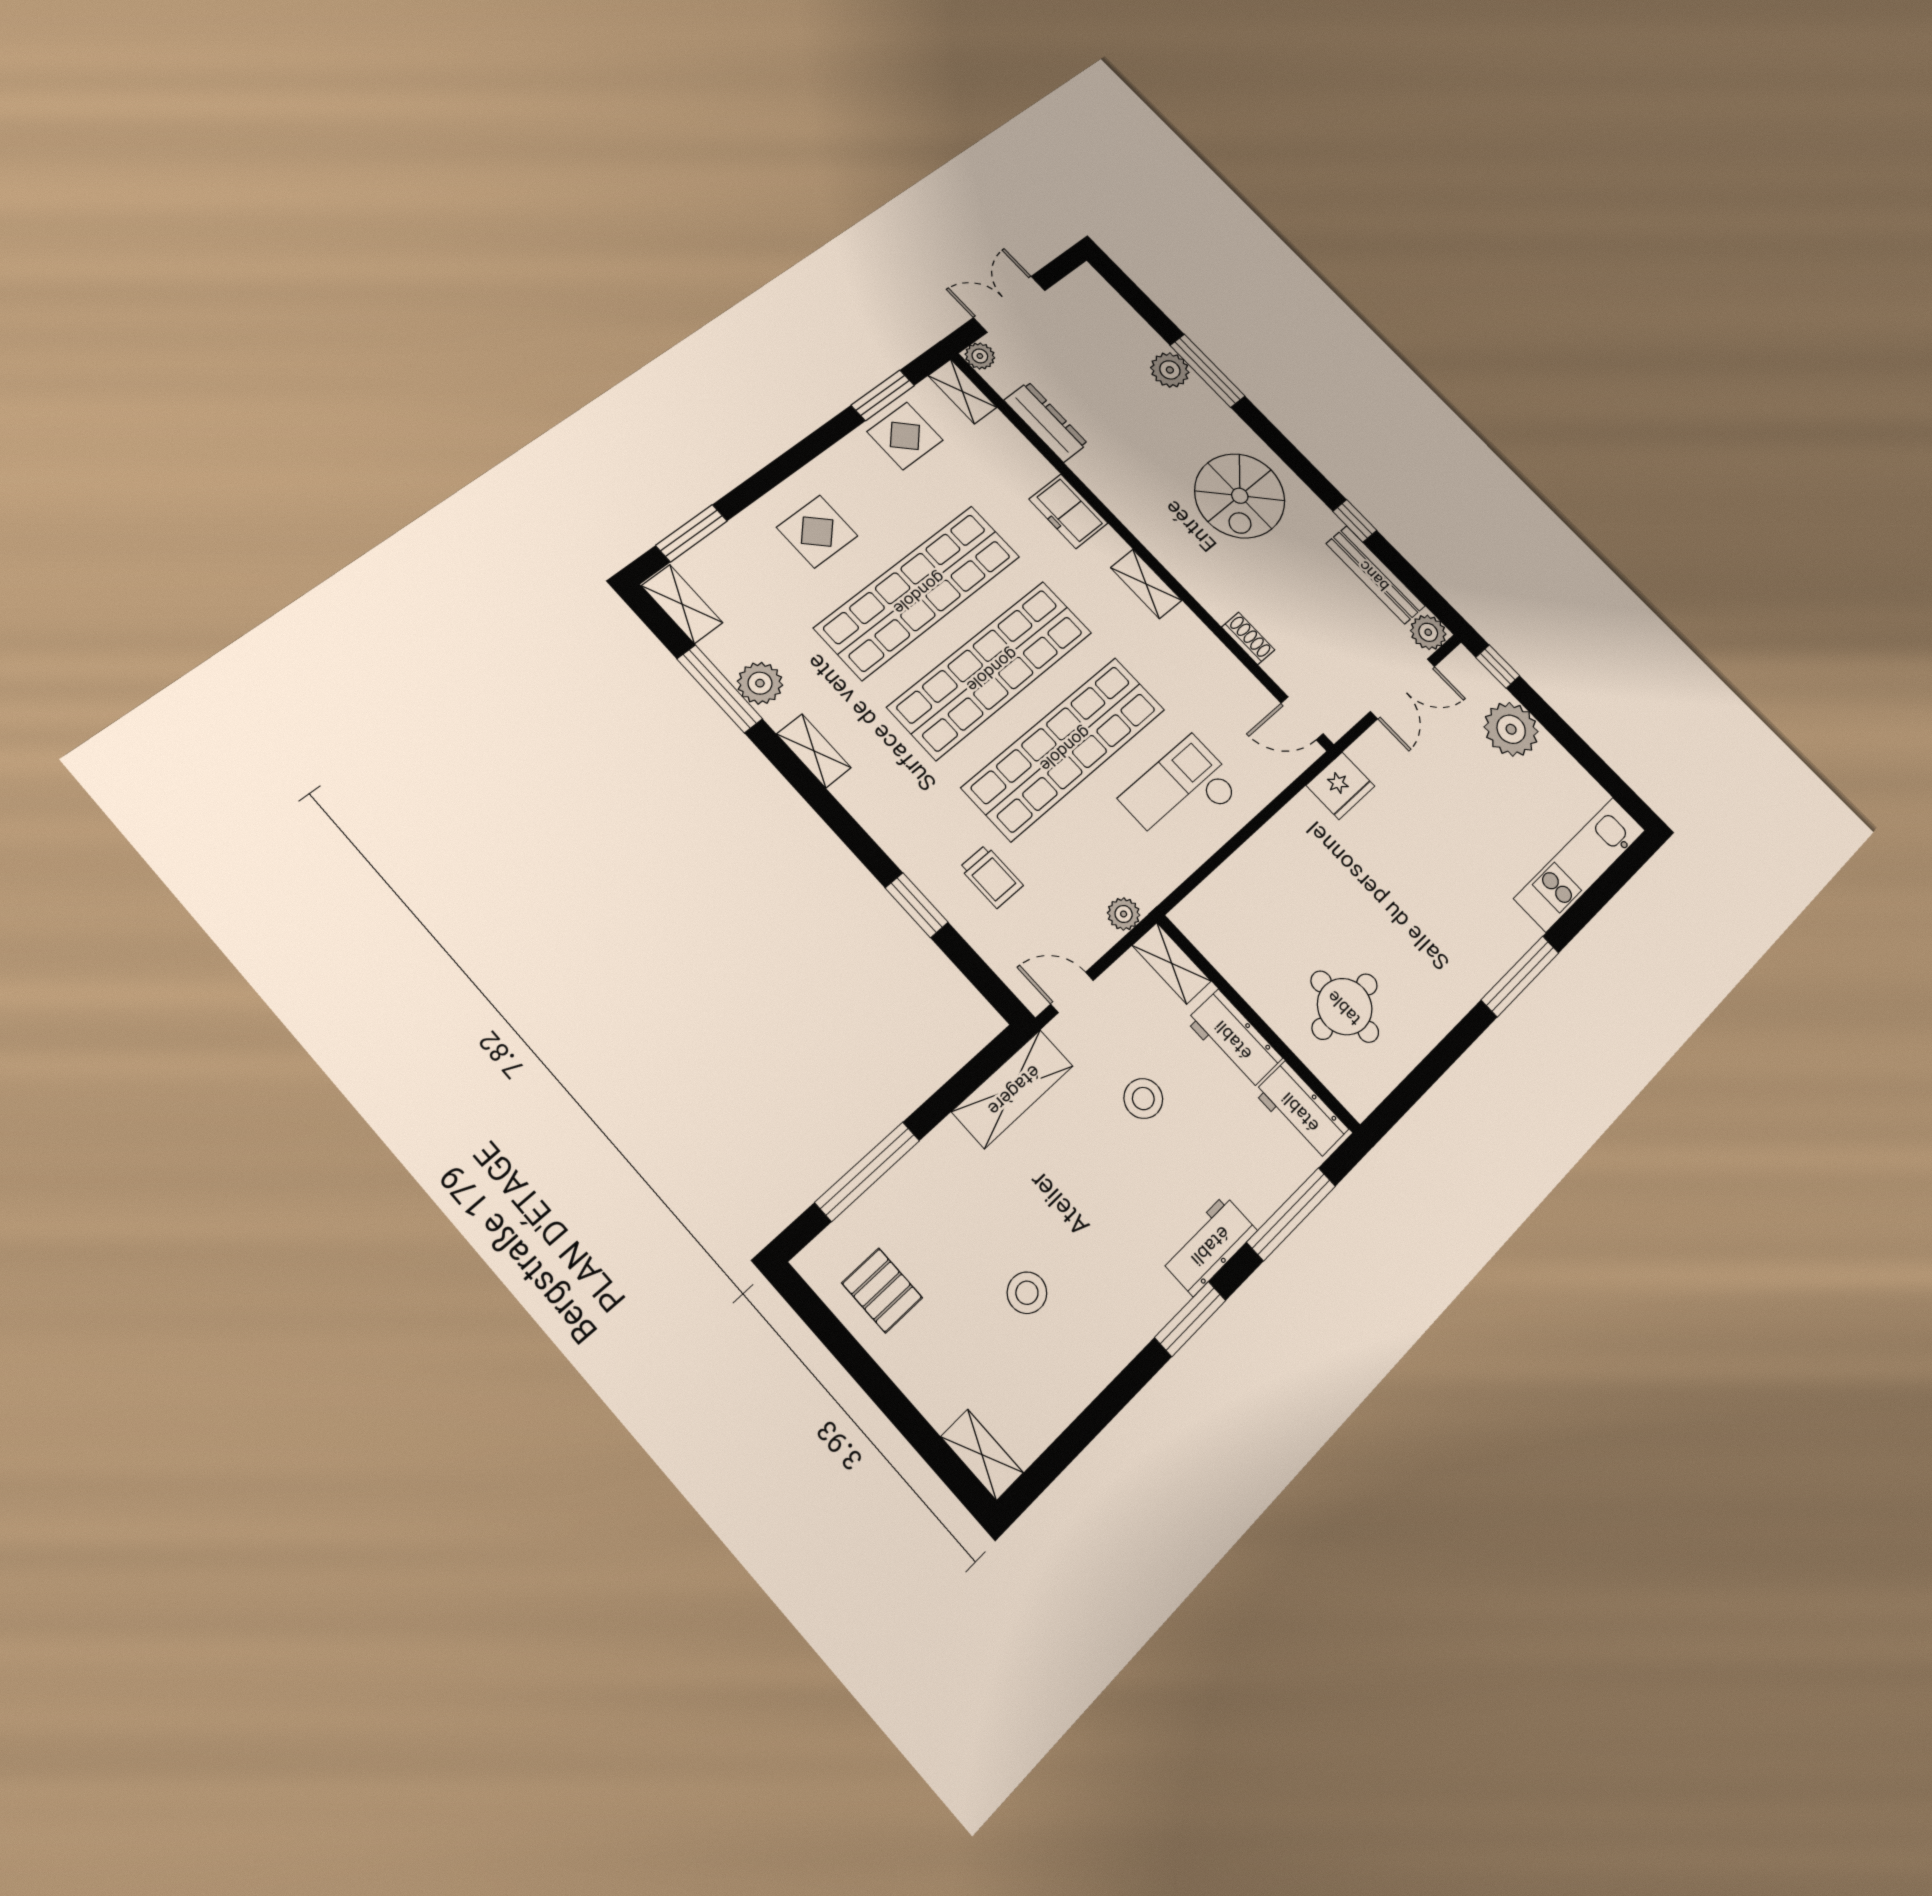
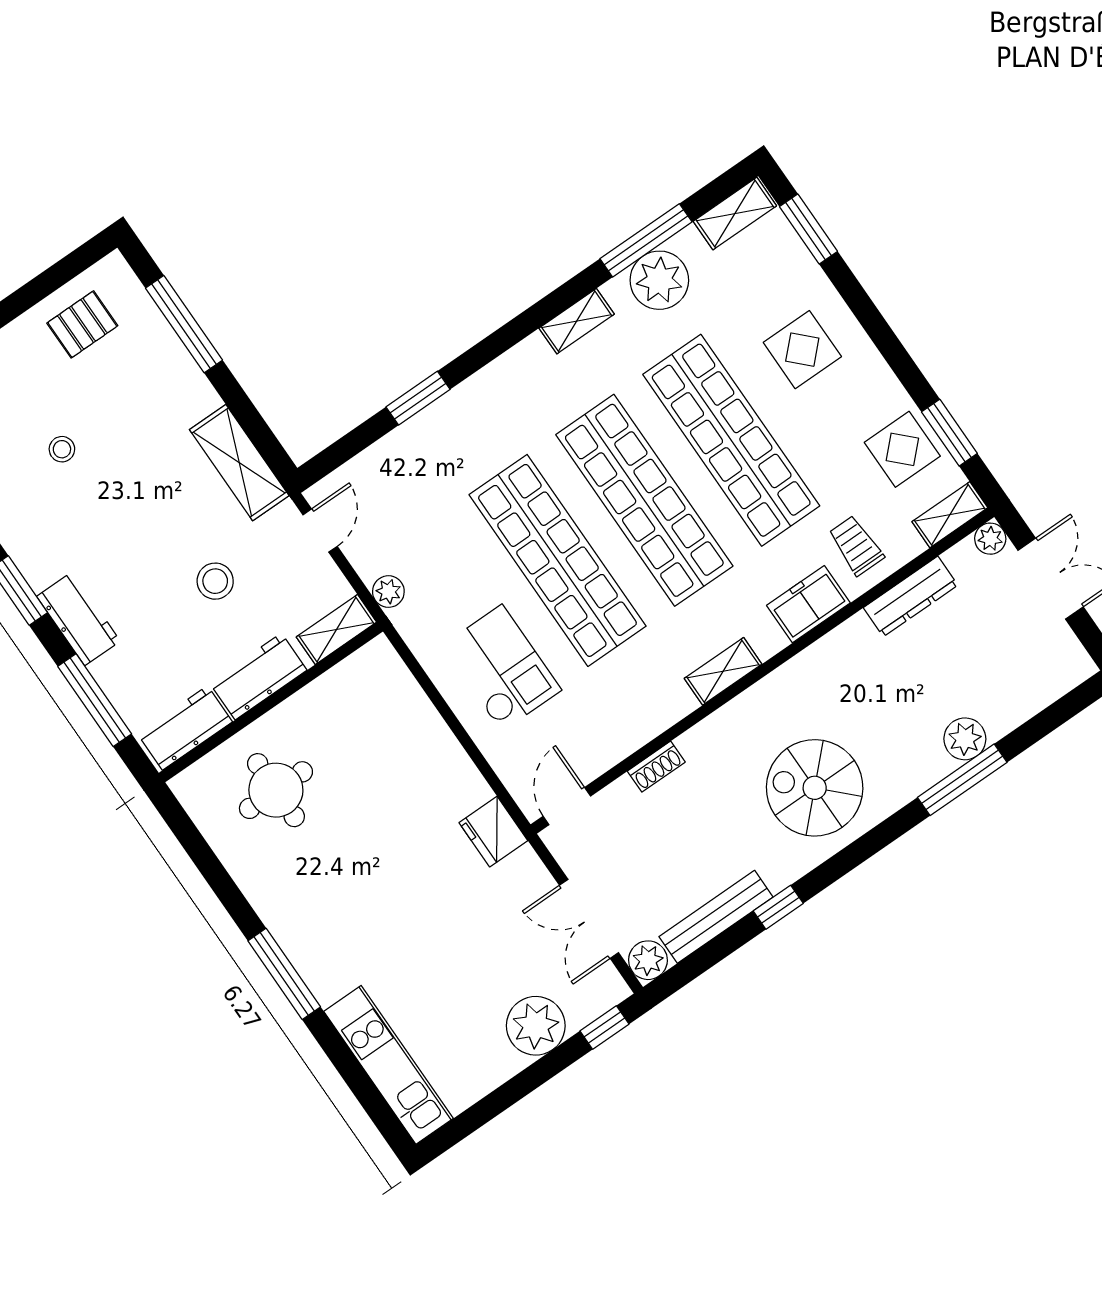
plant: (760, 683) -> (659, 280), width x1.36, depth x1.36
trolley: (991, 876) -> (856, 546), moved, turned 90
stool: (1027, 1293) -> (62, 449), width x0.73, depth x0.73

